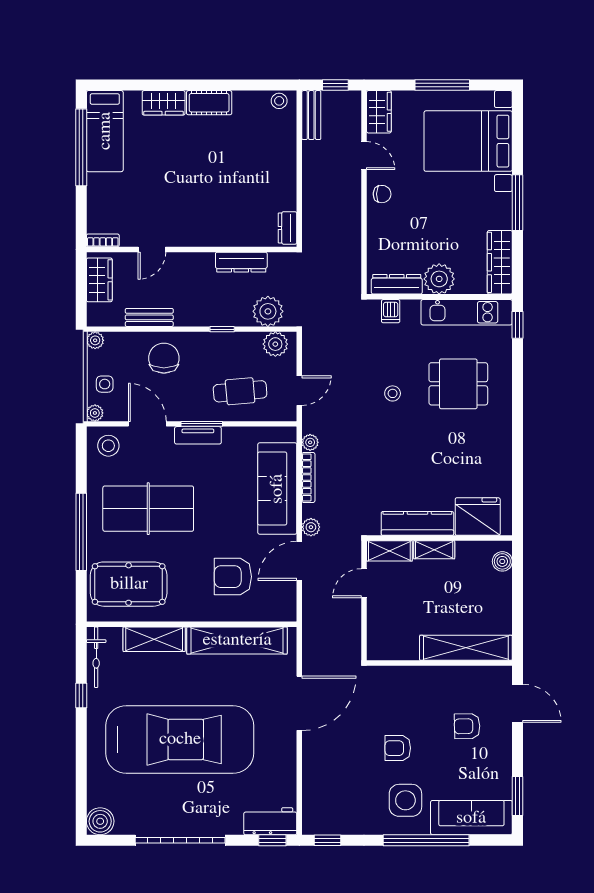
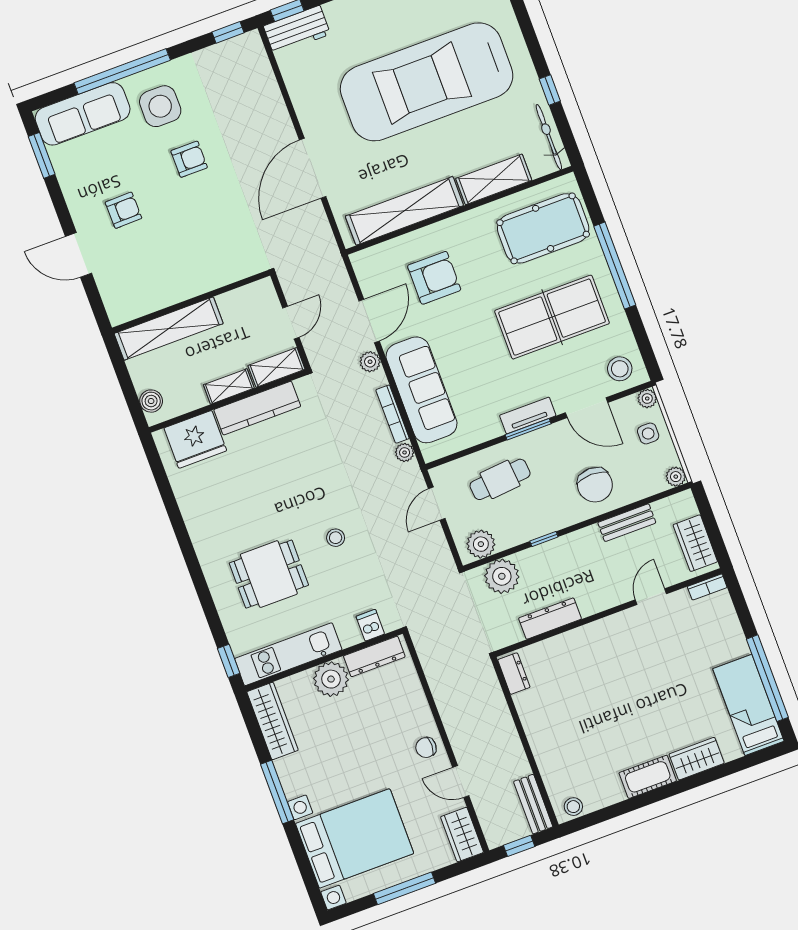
shelving: (466, 648) -> (169, 329), moved
wall: (439, 663) -> (191, 302), moved

